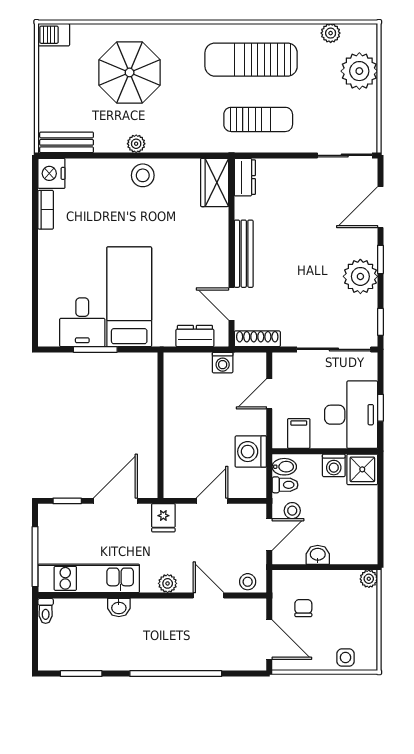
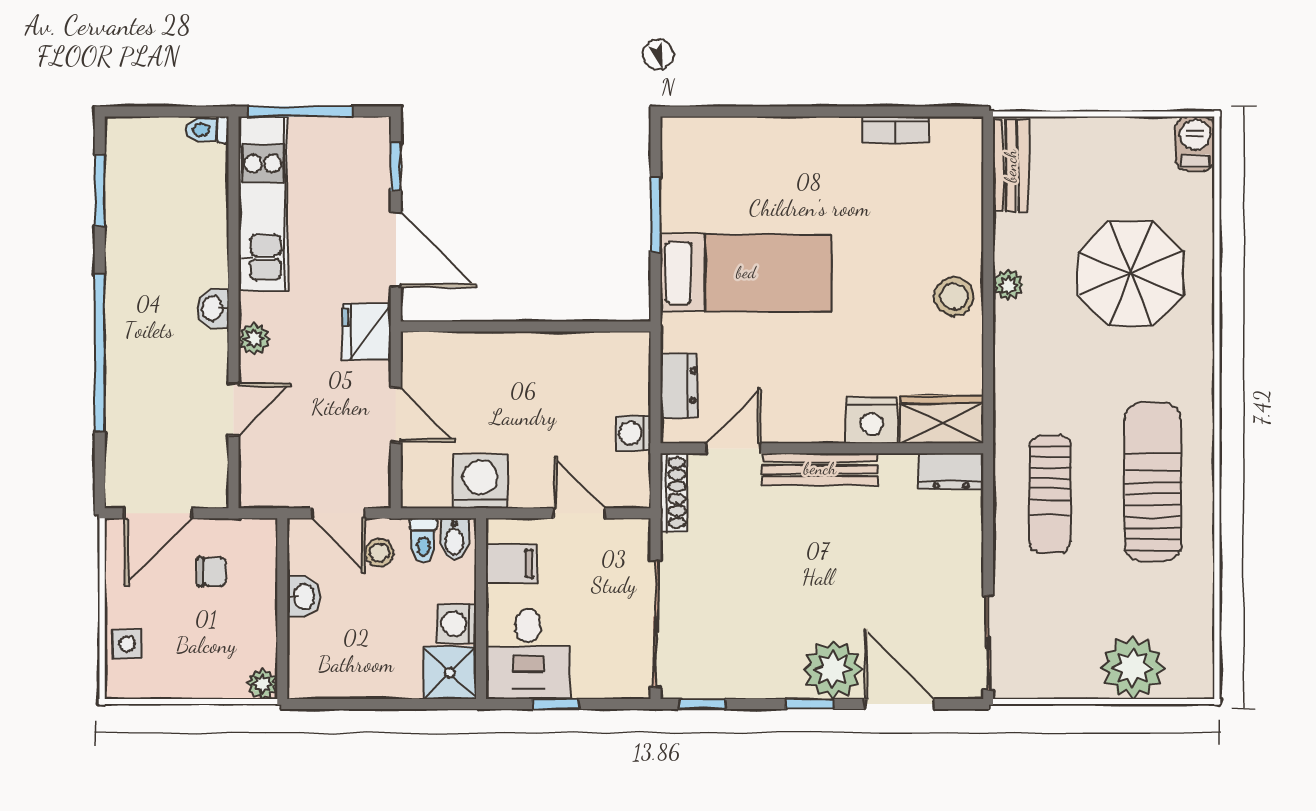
plant: (331, 33) -> (1198, 618), removed
nightstand: (51, 173) -> (871, 420), moved, turned 180
plant: (360, 276) -> (833, 670), moved
desk: (82, 322) -> (702, 193), removed
desk: (351, 415) -> (528, 654), width x0.73
fridge: (163, 518) -> (367, 332), width x1.38
stool: (248, 582) -> (257, 476), removed
washbasin: (119, 607) -> (213, 308), moved

